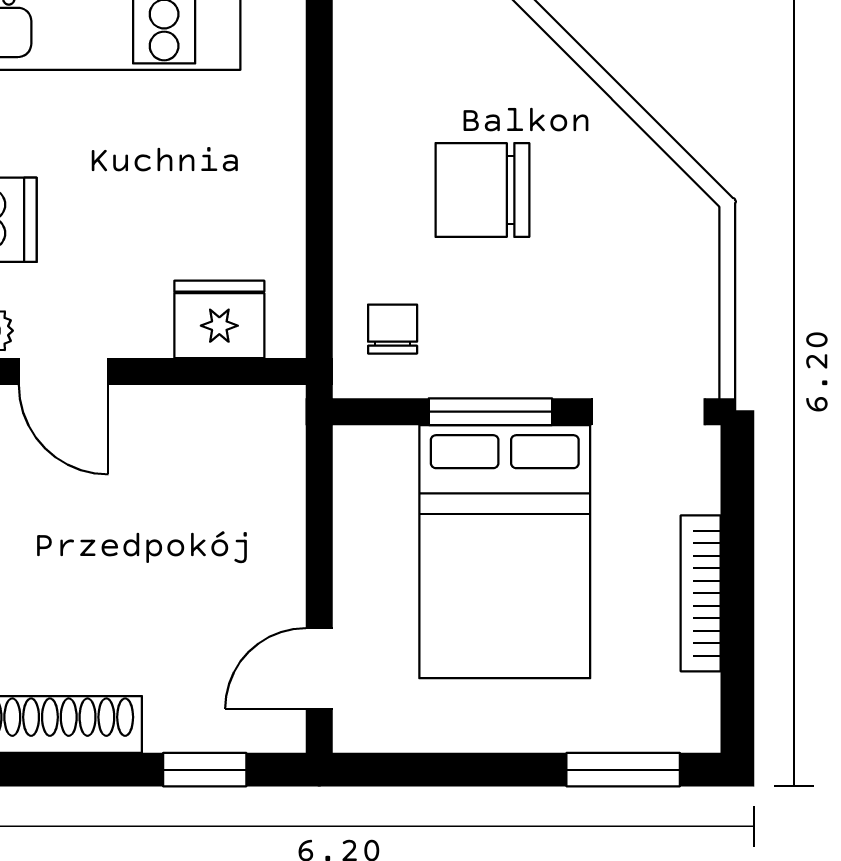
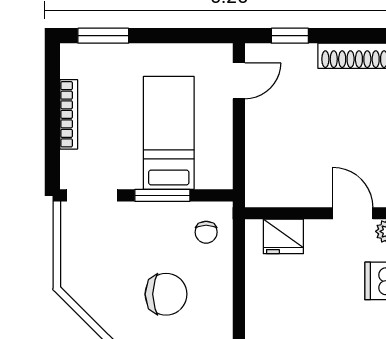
bed: (505, 552) -> (169, 133), width x0.67

